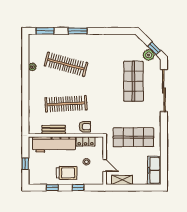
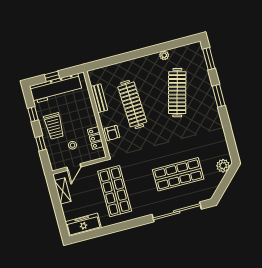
window: (154, 48) -> (222, 188), removed
plant: (149, 55) -> (223, 166), moved
workbench: (54, 144) -> (56, 88), moved, turned -90

